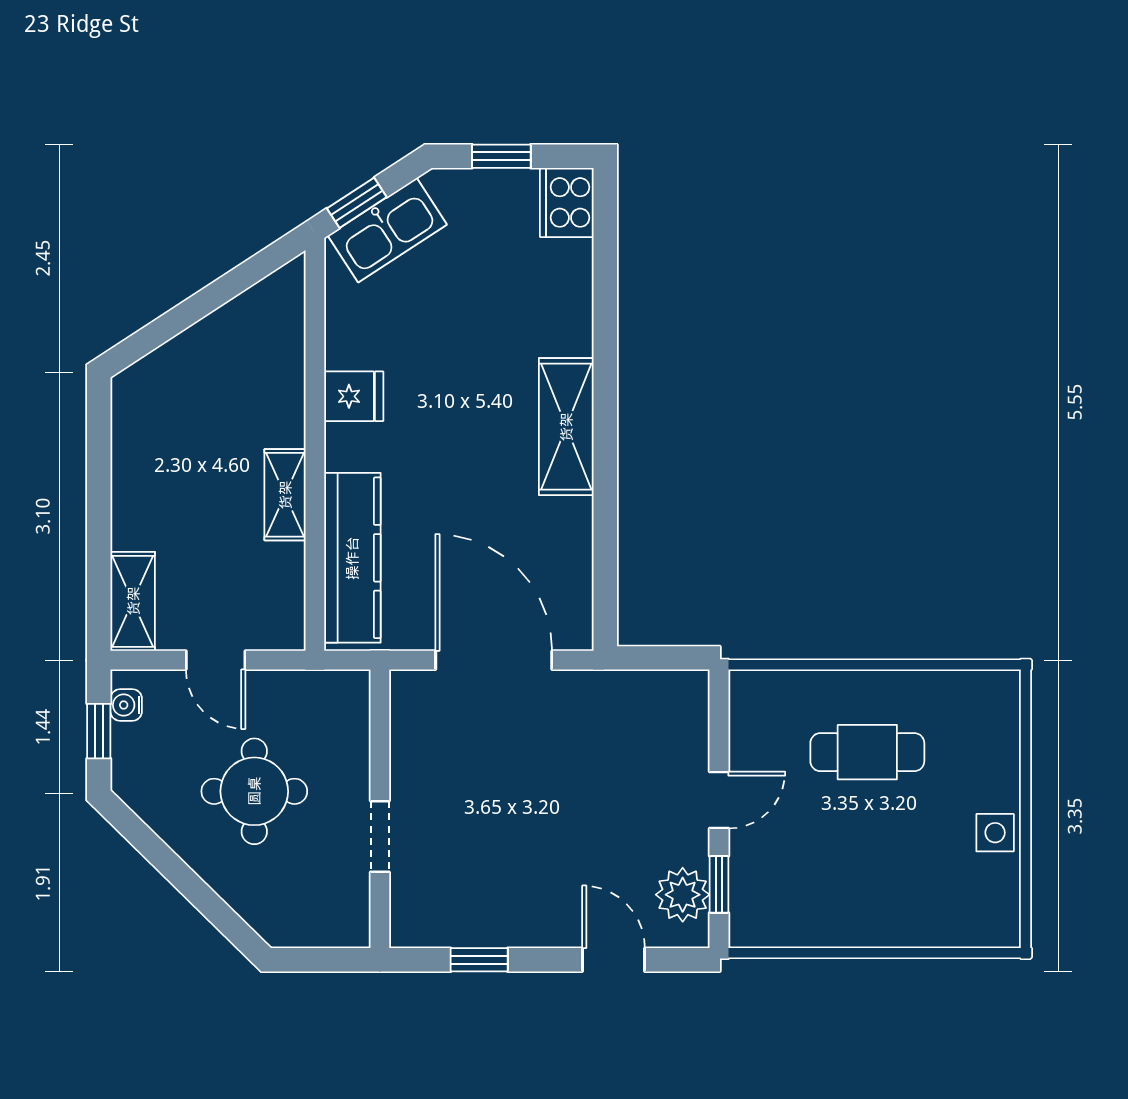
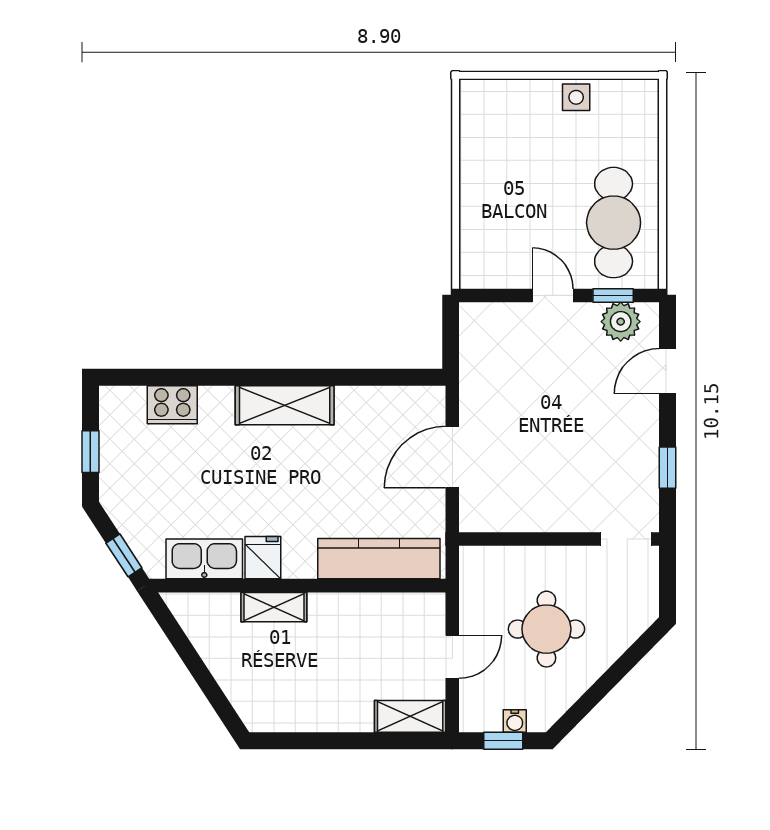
cooker: (567, 202) -> (172, 405), moved
kitchen sink: (387, 230) -> (204, 559), moved, turned -57
shelving: (285, 495) -> (274, 607), moved
door: (494, 660) -> (452, 457), width x0.73
water cooler: (126, 705) -> (515, 721), moved
cafe table: (867, 752) -> (614, 223), moved, width x1.37, depth x1.35
doorway: (380, 837) -> (626, 539), moved

